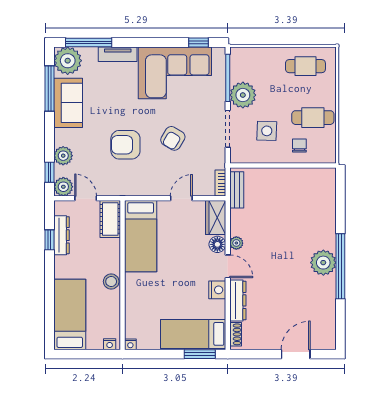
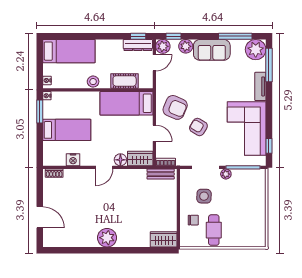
cafe table: (305, 66) -> (252, 225), removed
plant: (243, 95) -> (226, 174), width x0.53, depth x0.53
sofa: (68, 103) -> (212, 50), moved
armchair: (125, 145) -> (175, 107), moved, turned 113
wardrobe: (326, 186) -> (164, 239), added
cot: (110, 219) -> (125, 81), moved
dresser: (62, 235) -> (138, 45), moved
window: (50, 240) -> (138, 36), moved
plant: (236, 243) -> (121, 174), removed
window: (340, 266) -> (104, 250), removed
nightstand: (217, 290) -> (73, 160), moved
dresser: (238, 300) -> (79, 175), removed
bed: (193, 334) -> (67, 130), moved, turned 90
window: (200, 354) -> (40, 112), moved

